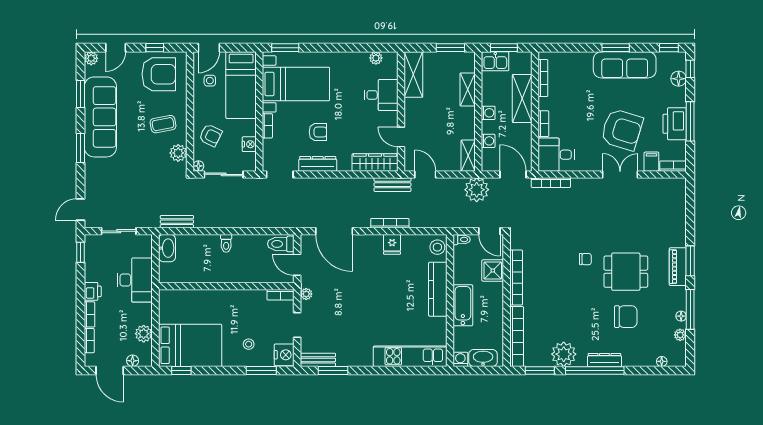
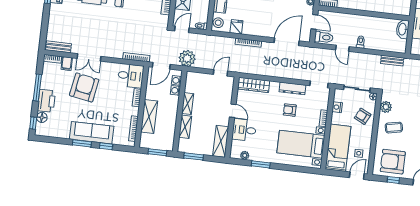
window: (285, 48) -> (261, 164), moved
window: (669, 48) -> (106, 146), moved
kitchen sink: (495, 61) -> (164, 144), removed
sofa: (625, 65) -> (92, 133), moved
washing machine: (488, 113) -> (177, 80), moved
printer: (675, 124) -> (46, 101), moved
armchair: (622, 130) -> (84, 87), turned 83
door: (401, 137) -> (233, 111), moved
shelving: (468, 156) -> (188, 104), moved
door: (425, 174) -> (221, 73), swing flipped
door: (513, 174) -> (161, 66), hinge flipped
bench: (392, 185) -> (59, 47), moved
door: (252, 231) -> (342, 48), added
door: (334, 231) -> (287, 42), hinge flipped
door: (489, 231) -> (182, 29), hinge flipped
fridge: (392, 244) -> (236, 27), moved
washbasin: (167, 248) -> (403, 29), moved

